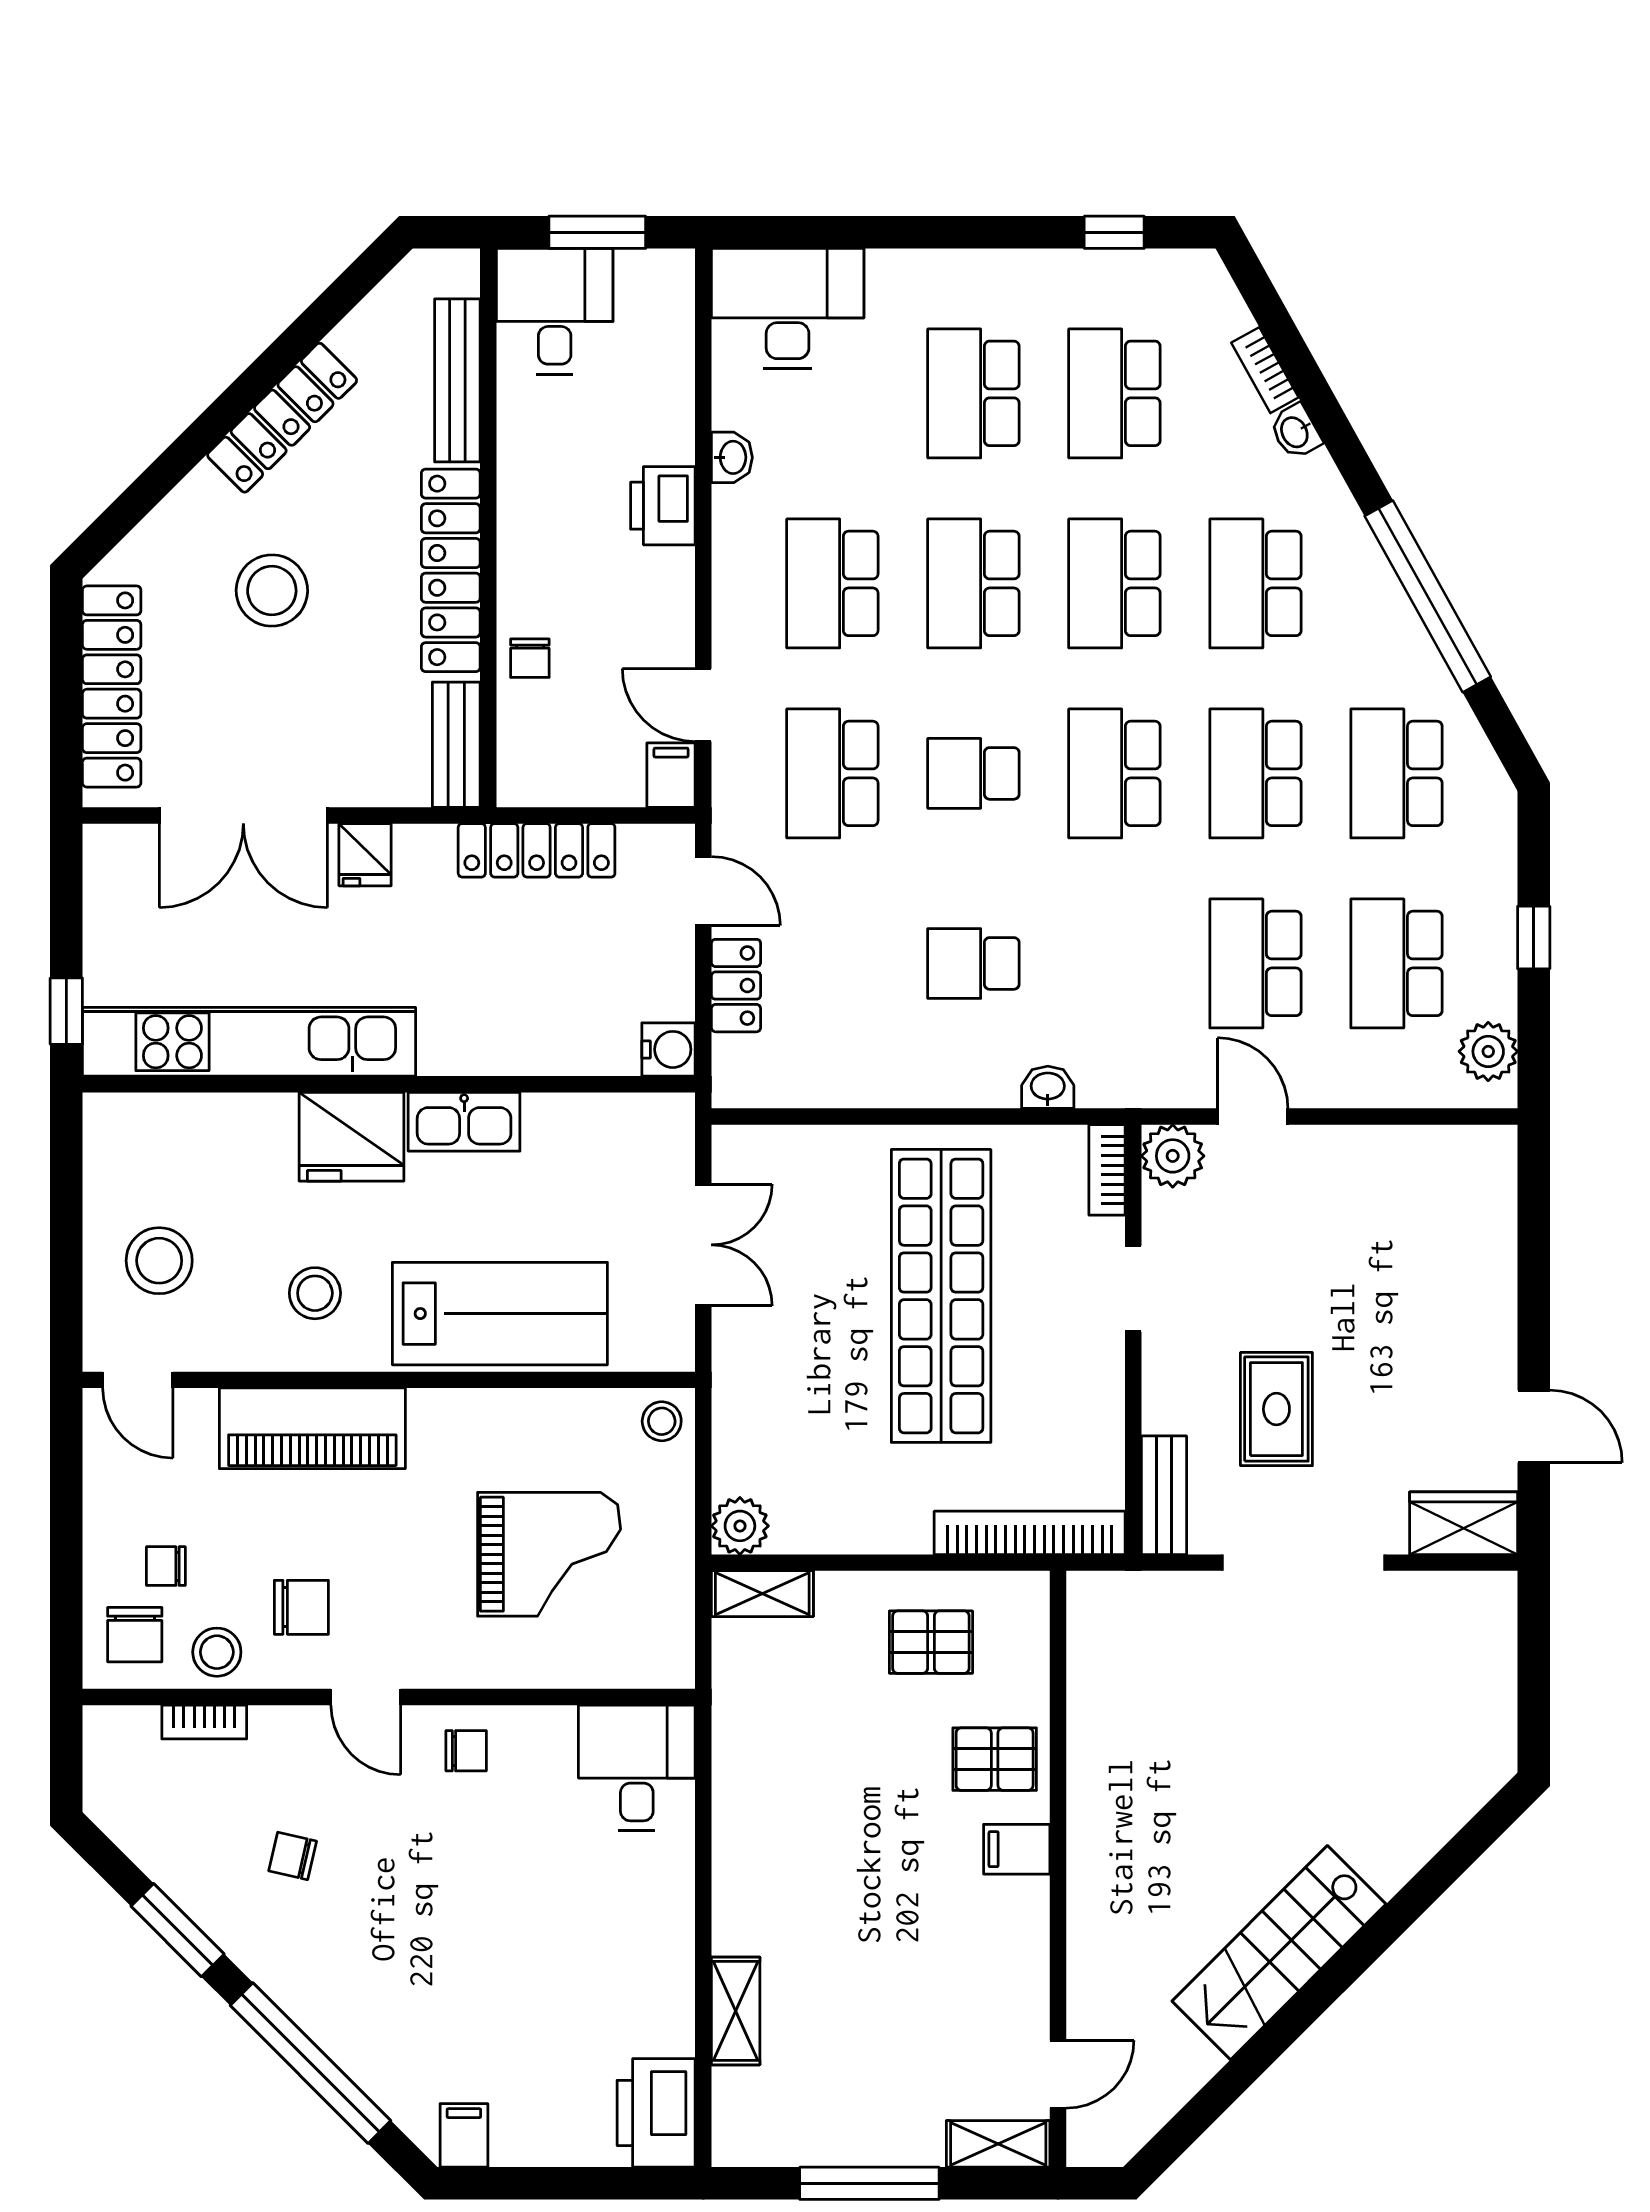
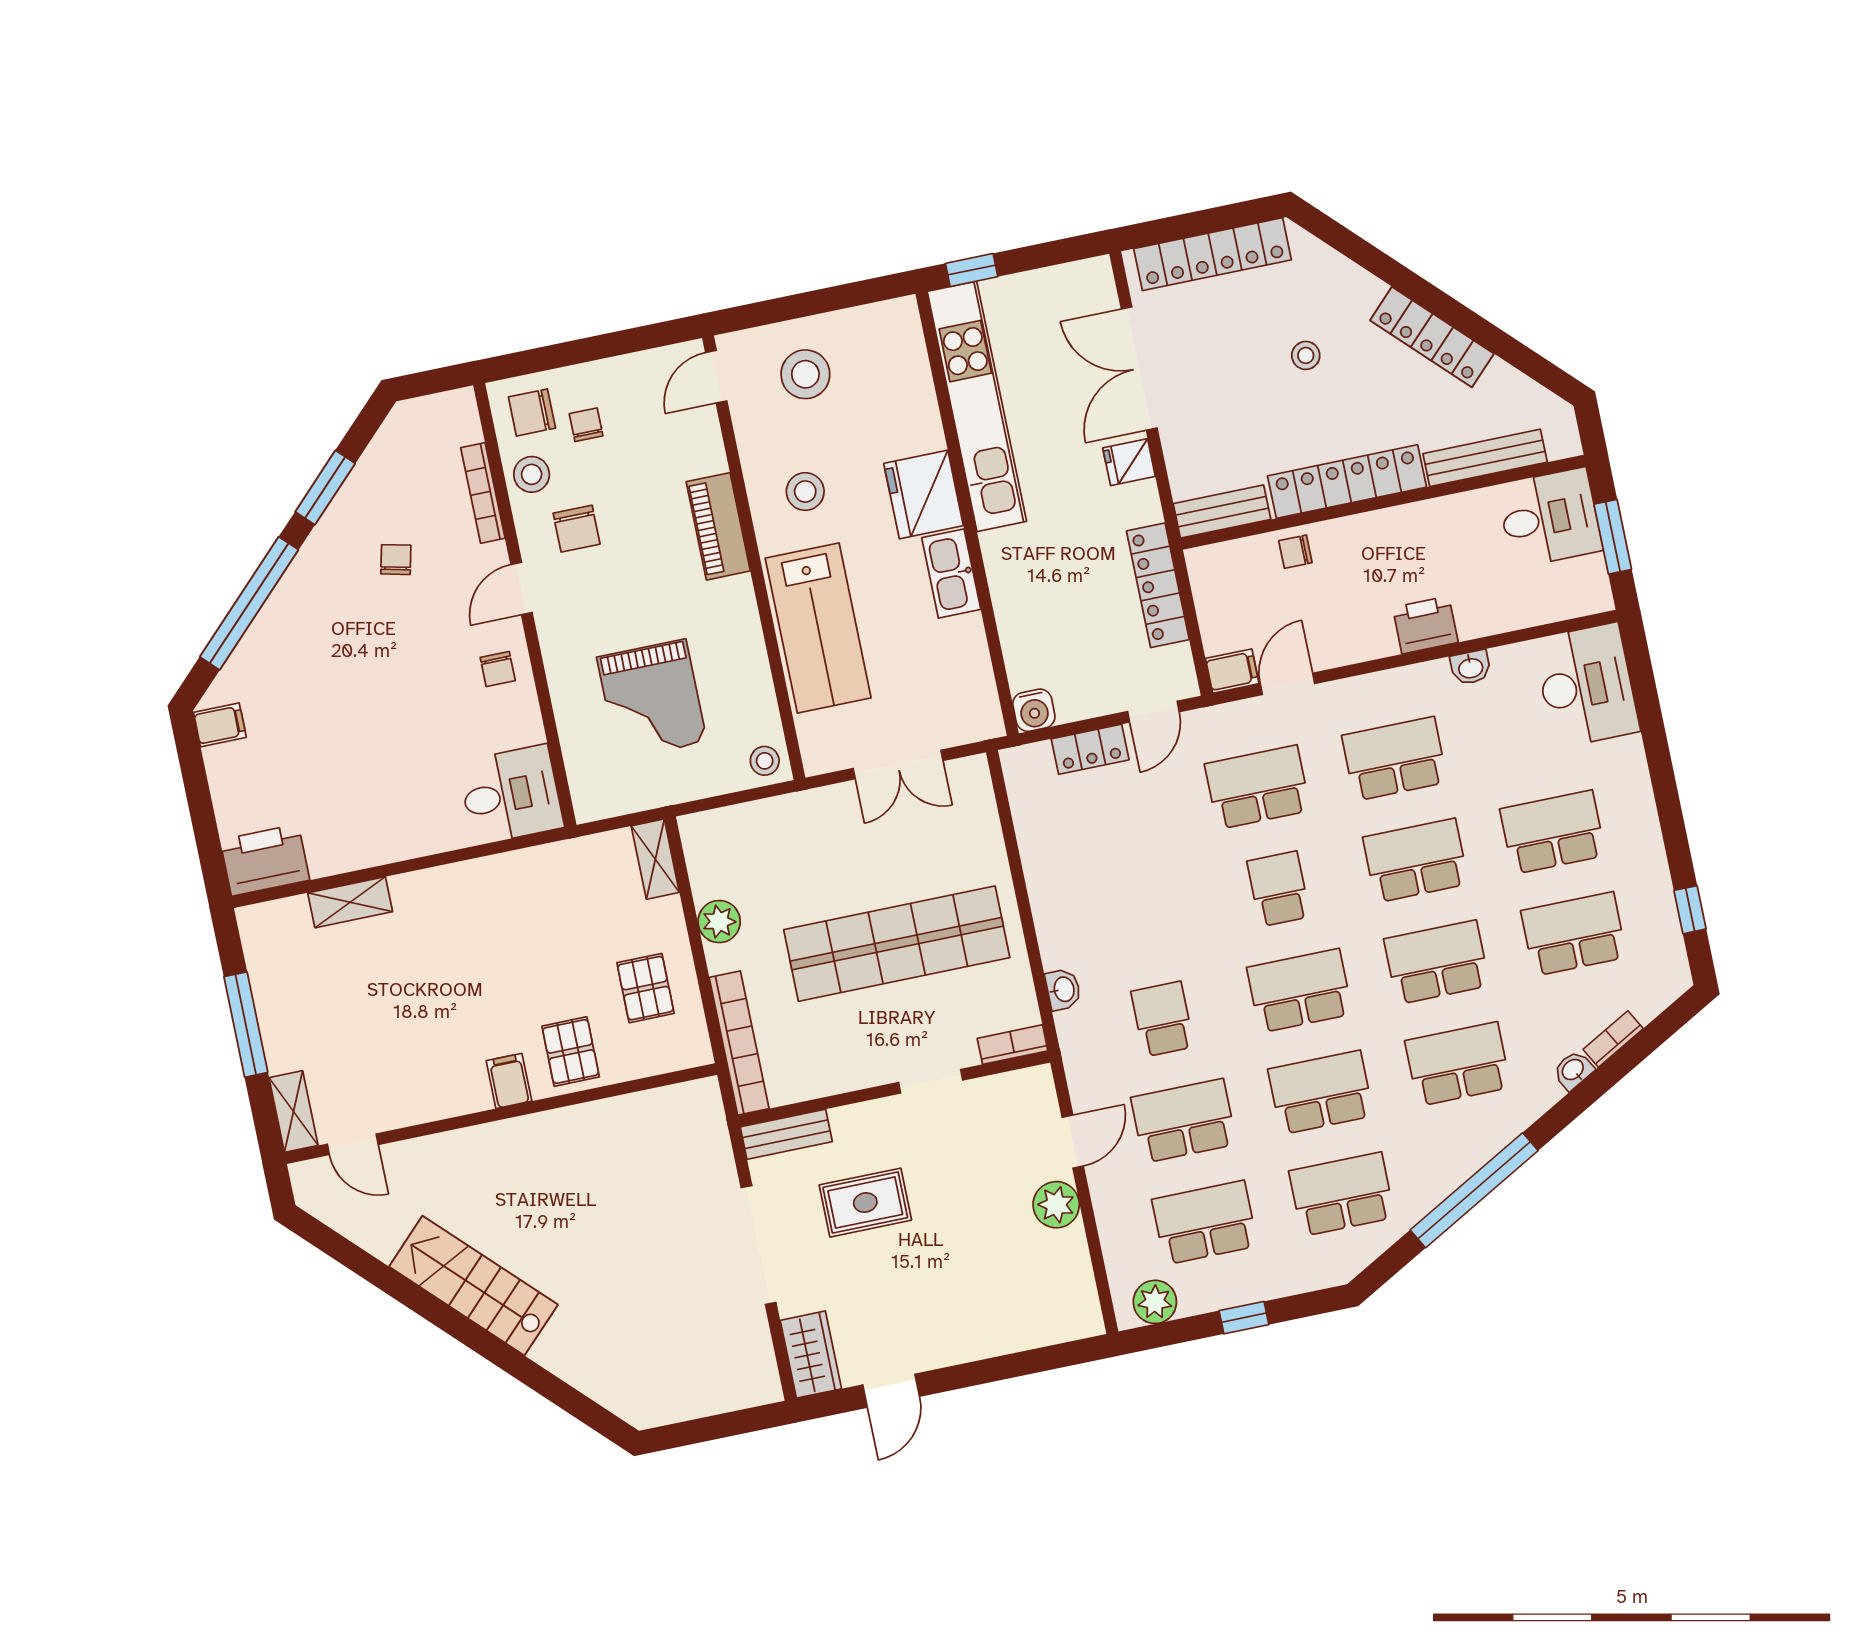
stool: (272, 591) -> (1306, 355), width x0.53, depth x0.53
school desk: (973, 963) -> (1163, 1019), moved
plant: (1173, 1156) -> (1056, 1205), moved
piano: (312, 1428) -> (718, 526), width x0.73, depth x0.75
plant: (740, 1526) -> (719, 922), moved
bookcase: (204, 1722) -> (483, 493), width x1.56

